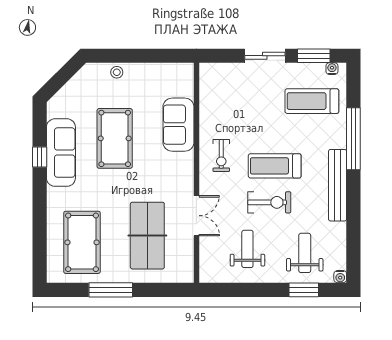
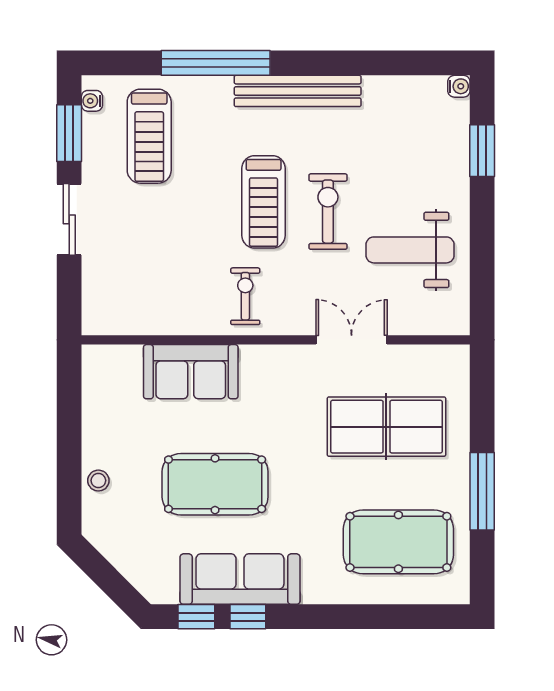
window: (40, 128) -> (196, 617), added
exercise bike: (221, 156) -> (245, 296), turned -90
weight bench: (247, 249) -> (410, 250), width x1.36, depth x1.33
weight bench: (305, 253) -> (417, 149), removed

